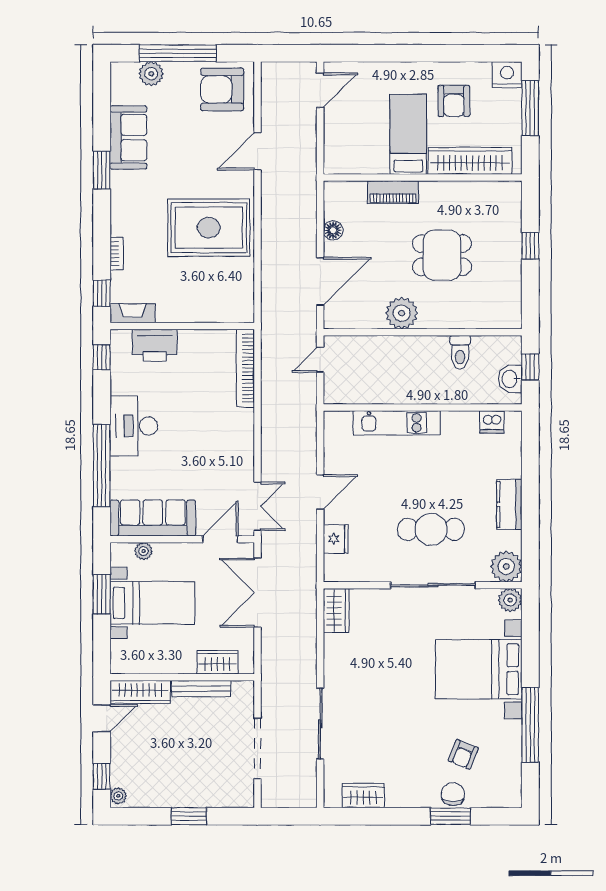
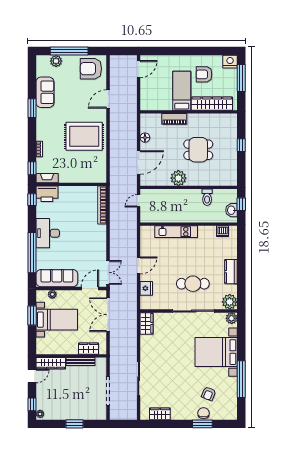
armchair: (454, 101) -> (204, 74), turned 90
printer: (155, 345) -> (47, 194), moved

